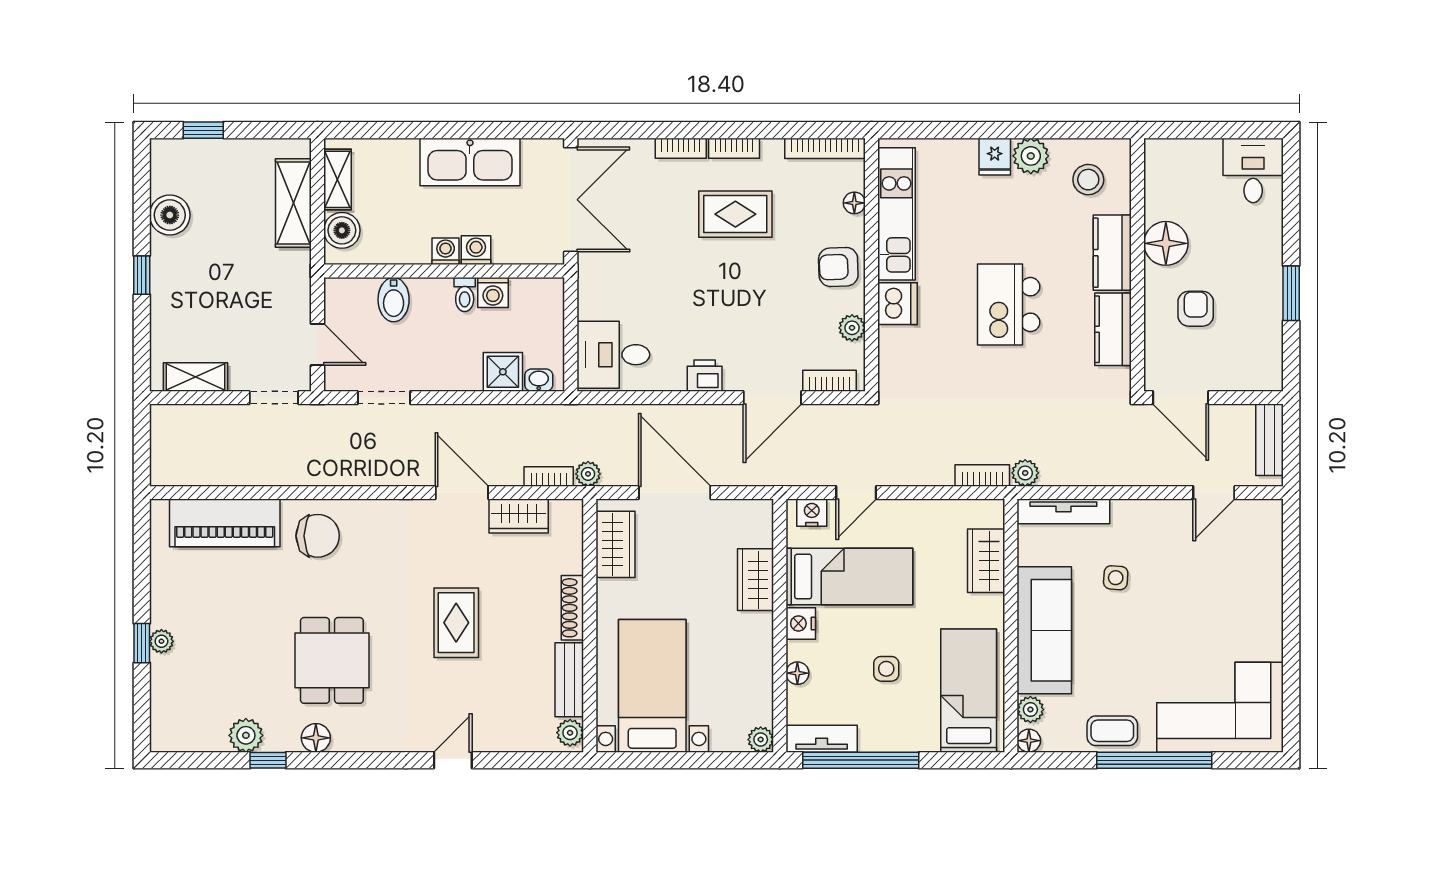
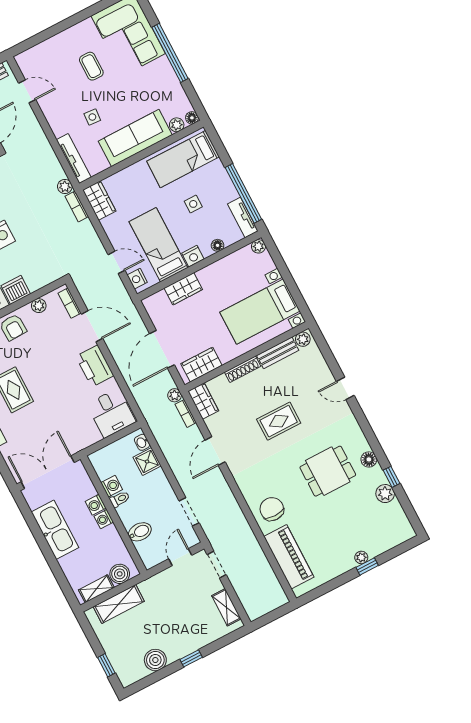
printer: (705, 376) -> (95, 366), width x1.87, depth x1.48
wardrobe: (519, 516) -> (203, 401), moved
wardrobe: (986, 561) -> (99, 200), moved, turned -90
coffee table: (1112, 731) -> (91, 66), moved

